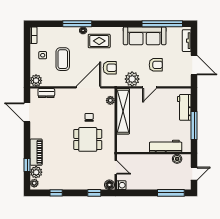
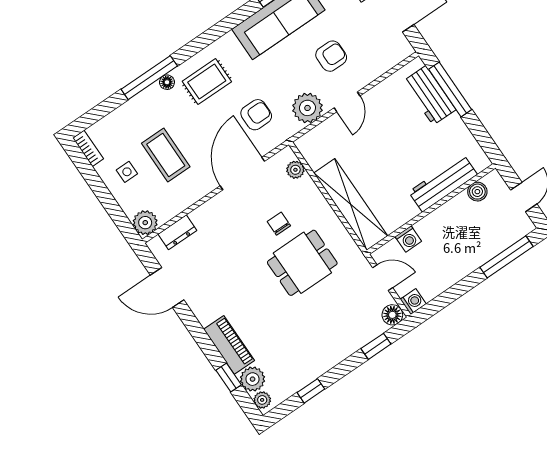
shelving: (123, 111) -> (351, 204), moved
window: (194, 126) -> (450, 89), moved
washing machine: (137, 159) -> (408, 239), added

